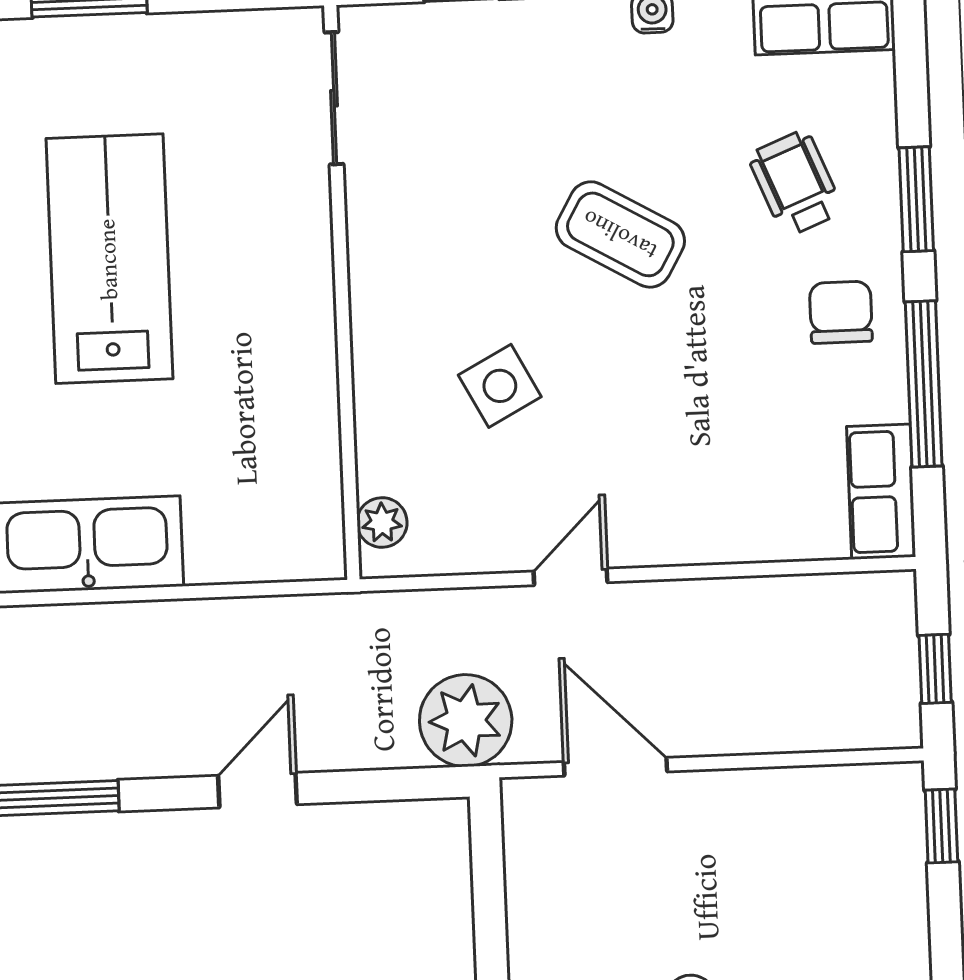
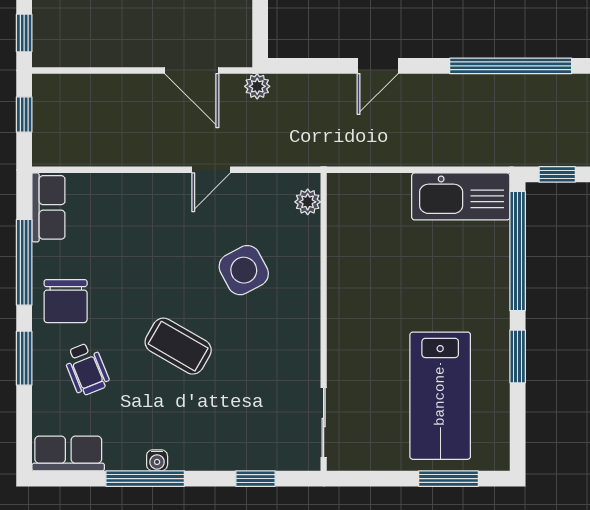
lab bench: (109, 259) -> (440, 396), moved
chair: (841, 312) -> (66, 301), width x1.37, depth x1.37
side table: (500, 386) -> (244, 270), width x1.37, depth x1.37
plant: (466, 721) -> (257, 86), width x0.53, depth x0.53

